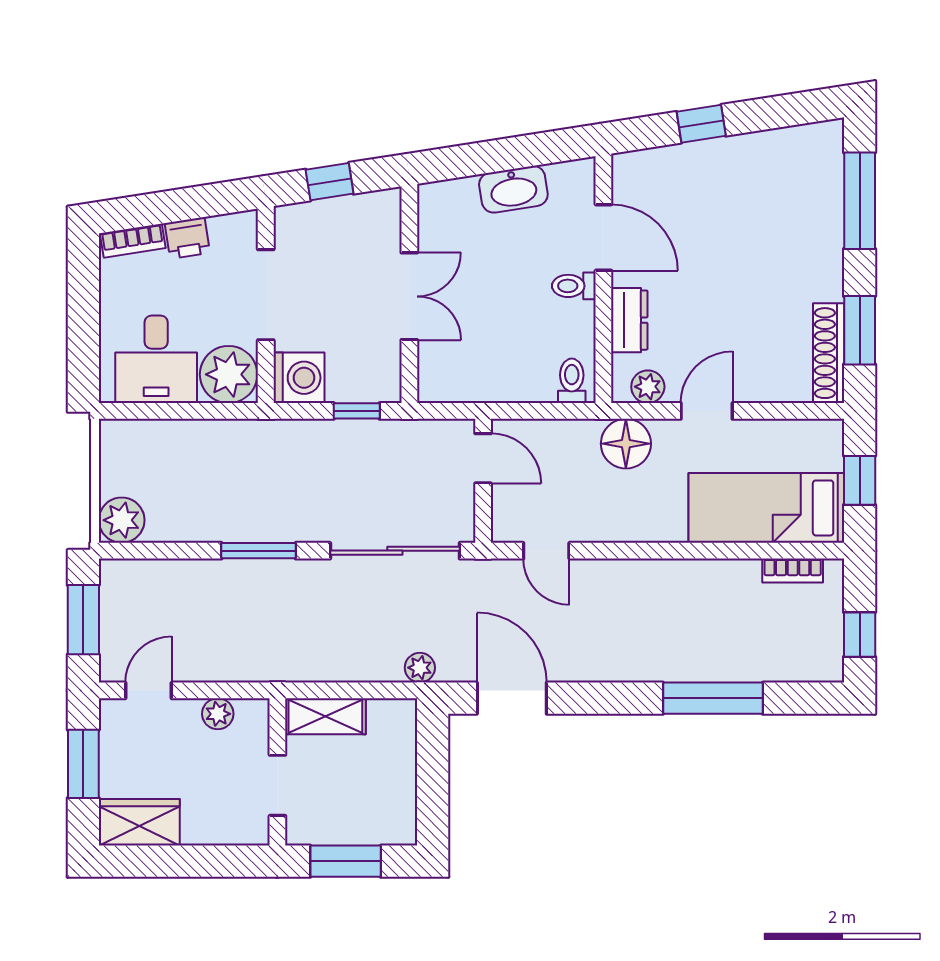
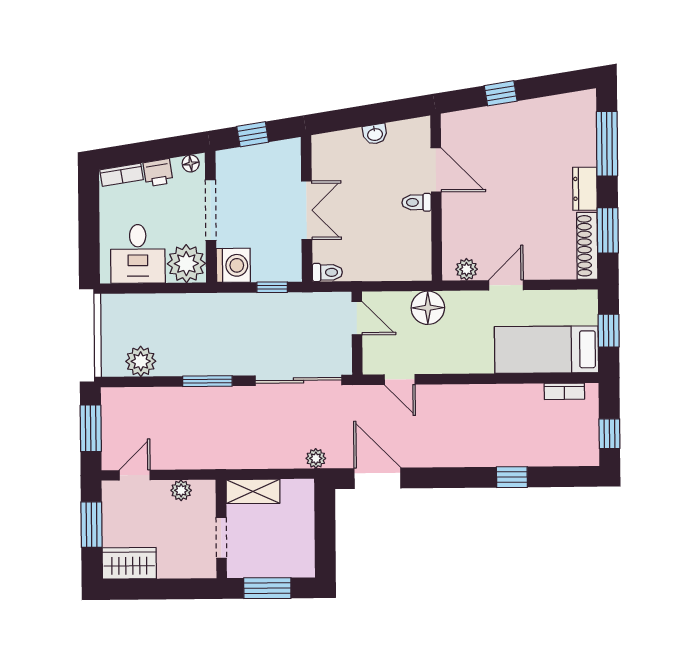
washbasin: (513, 189) -> (375, 134), width x0.52, depth x0.69
floor lamp: (236, 225) -> (191, 163), added
dresser: (629, 320) -> (585, 189), moved, turned 180
toilet: (572, 381) -> (327, 272), moved, turned 90
floor lamp: (626, 444) -> (428, 308), moved
plant: (122, 520) -> (141, 361), moved
window: (713, 698) -> (512, 477), width x0.46

